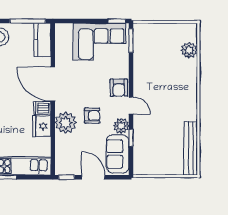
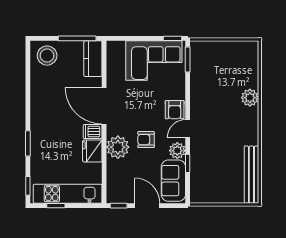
plant: (189, 50) -> (250, 98), moved
door: (131, 106) -> (188, 129), swing flipped
armchair: (92, 116) -> (146, 140), turned 180

